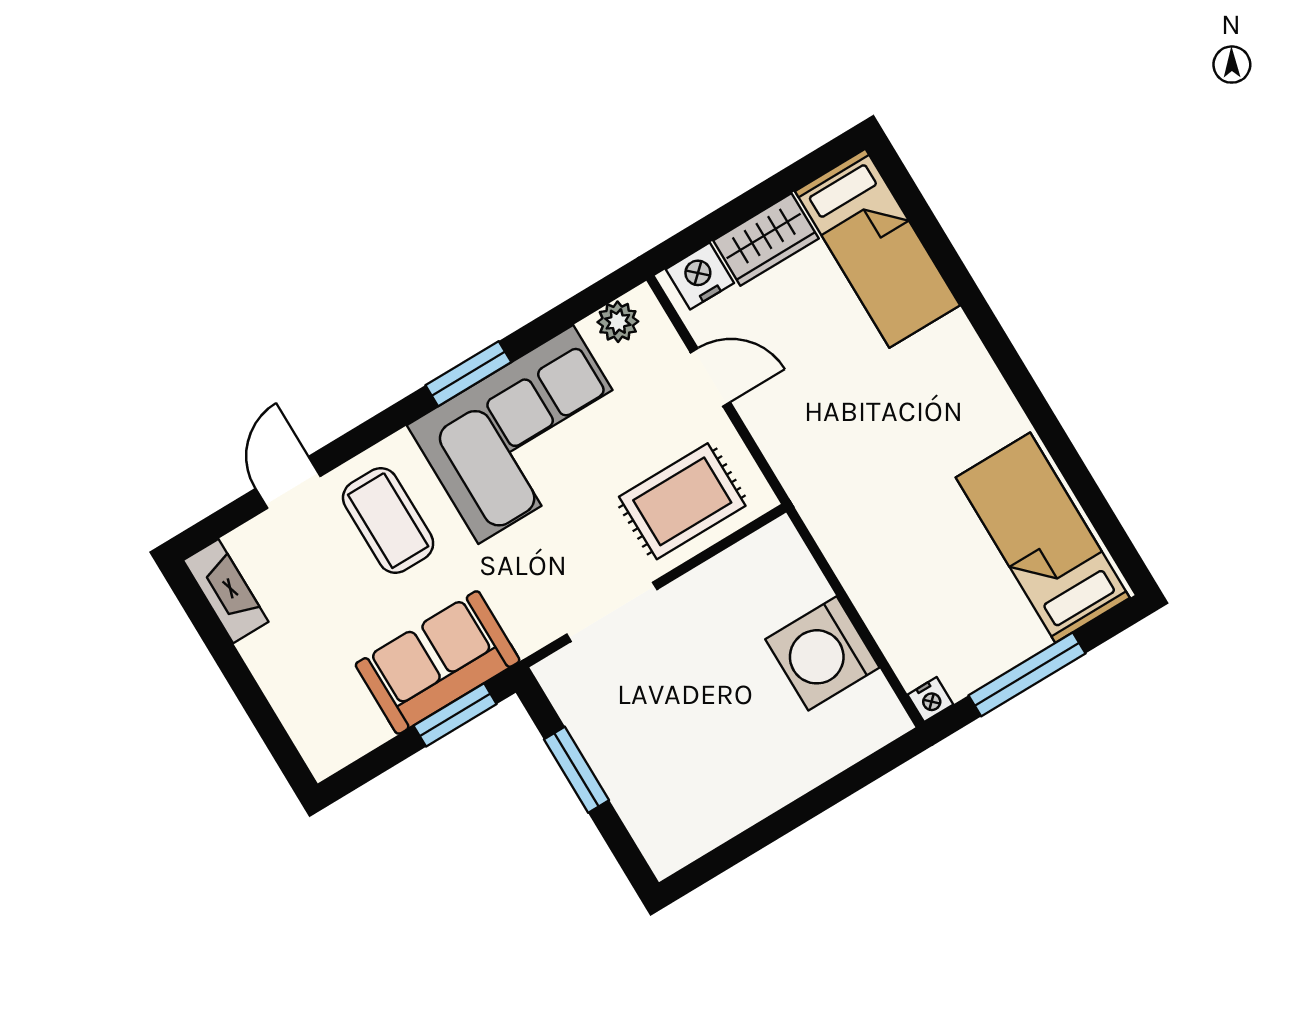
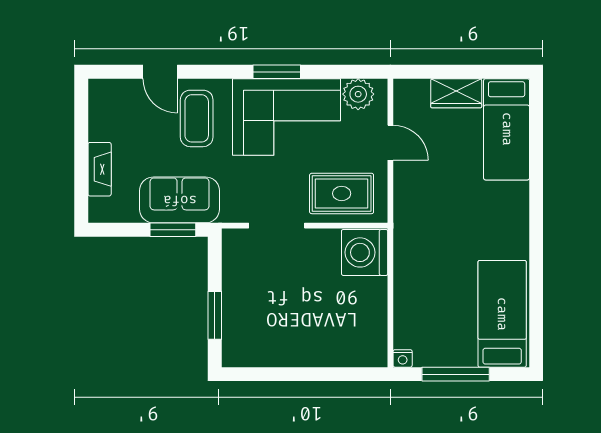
nightstand: (700, 276) -> (414, 92), removed
plant: (618, 322) -> (358, 94), width x1.38, depth x1.38
door: (288, 482) -> (160, 72), swing flipped
fireplace: (226, 591) -> (100, 169), moved
washing machine: (822, 653) -> (365, 252), moved
window: (577, 770) -> (215, 315), moved

